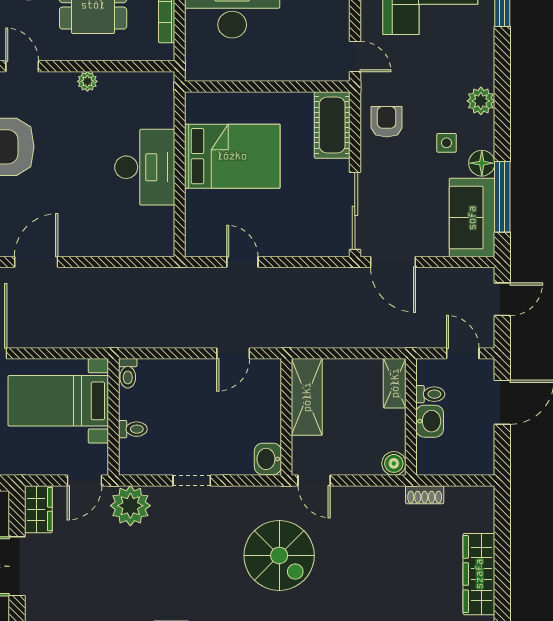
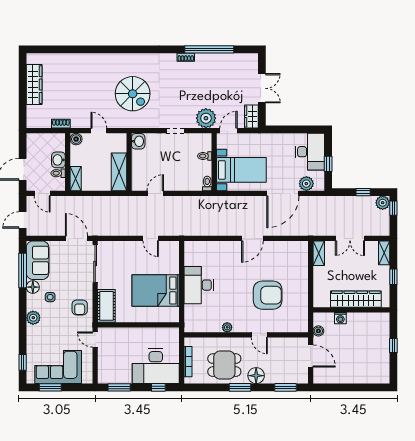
door: (314, 480) -> (99, 131), moved
spiral stairs: (279, 555) -> (133, 94), turned 180

